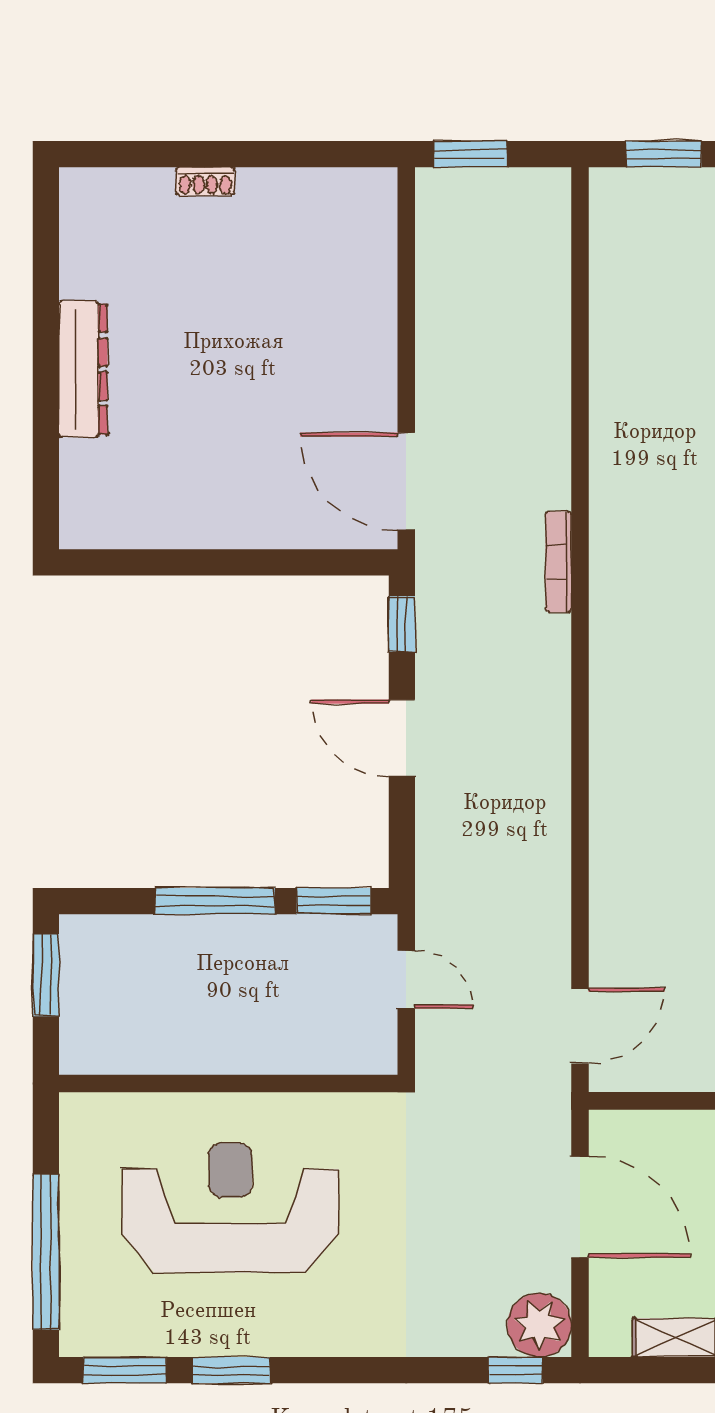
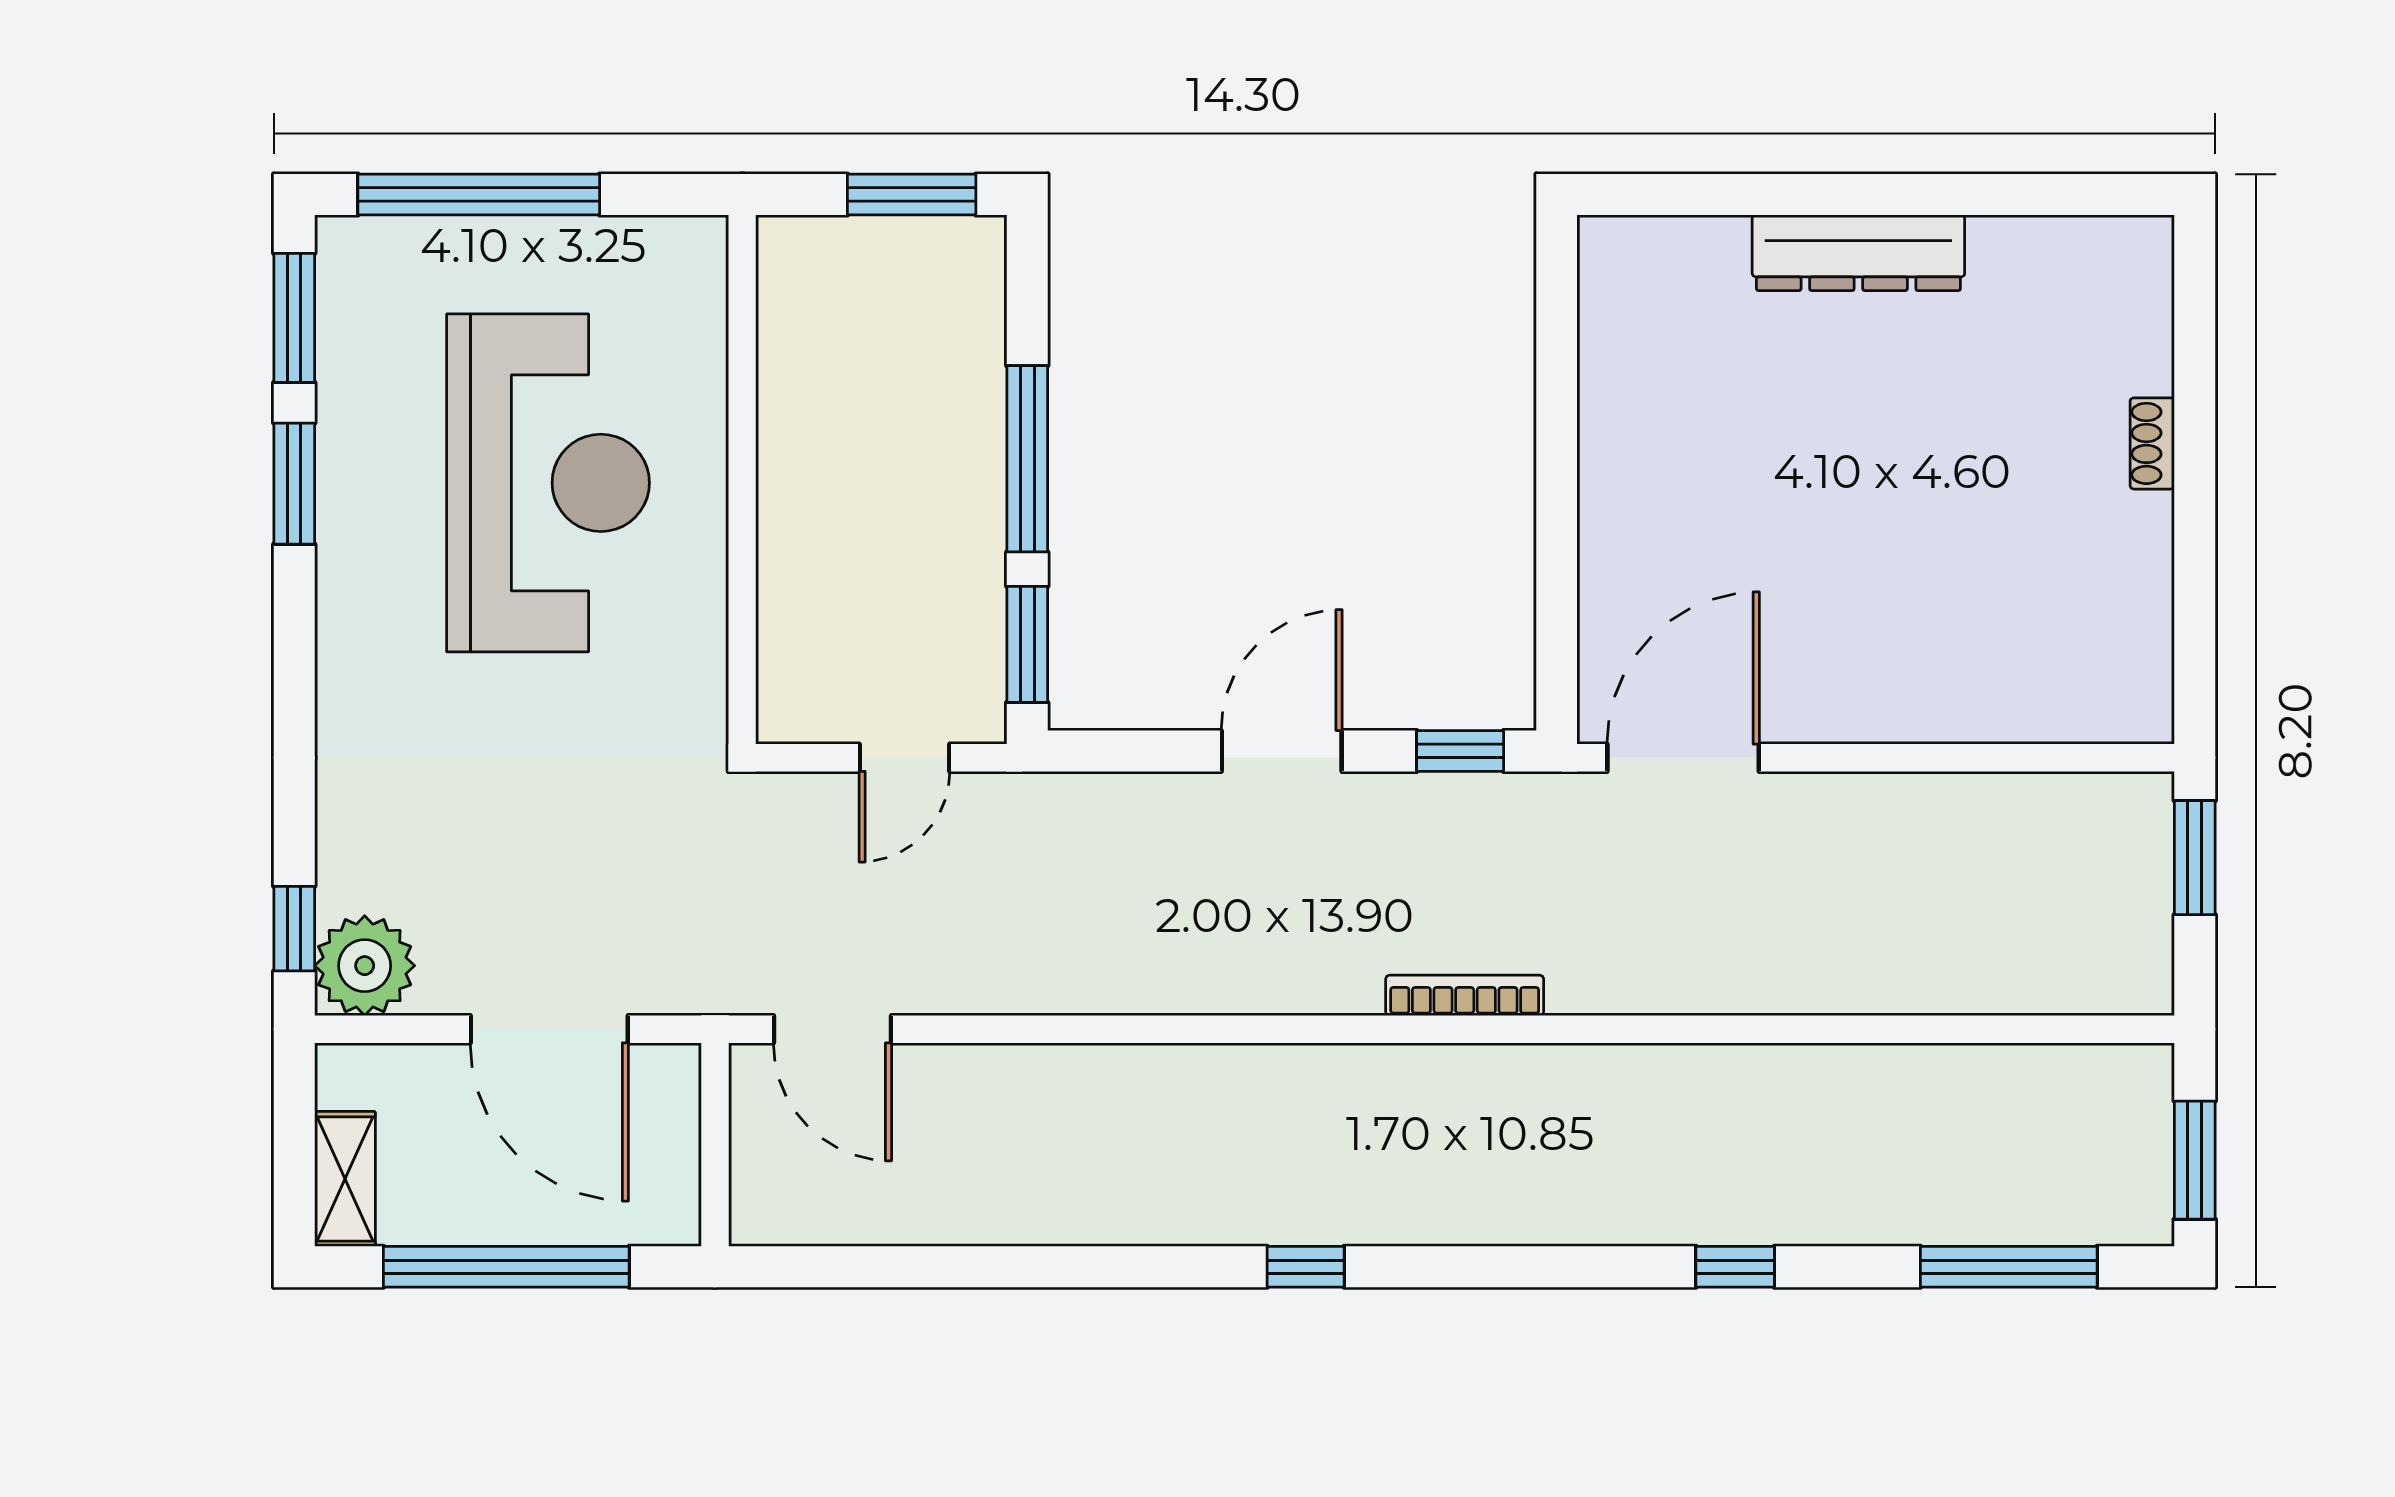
bookcase: (558, 562) -> (1465, 995), moved
door: (580, 1207) -> (549, 1029), hinge flipped

